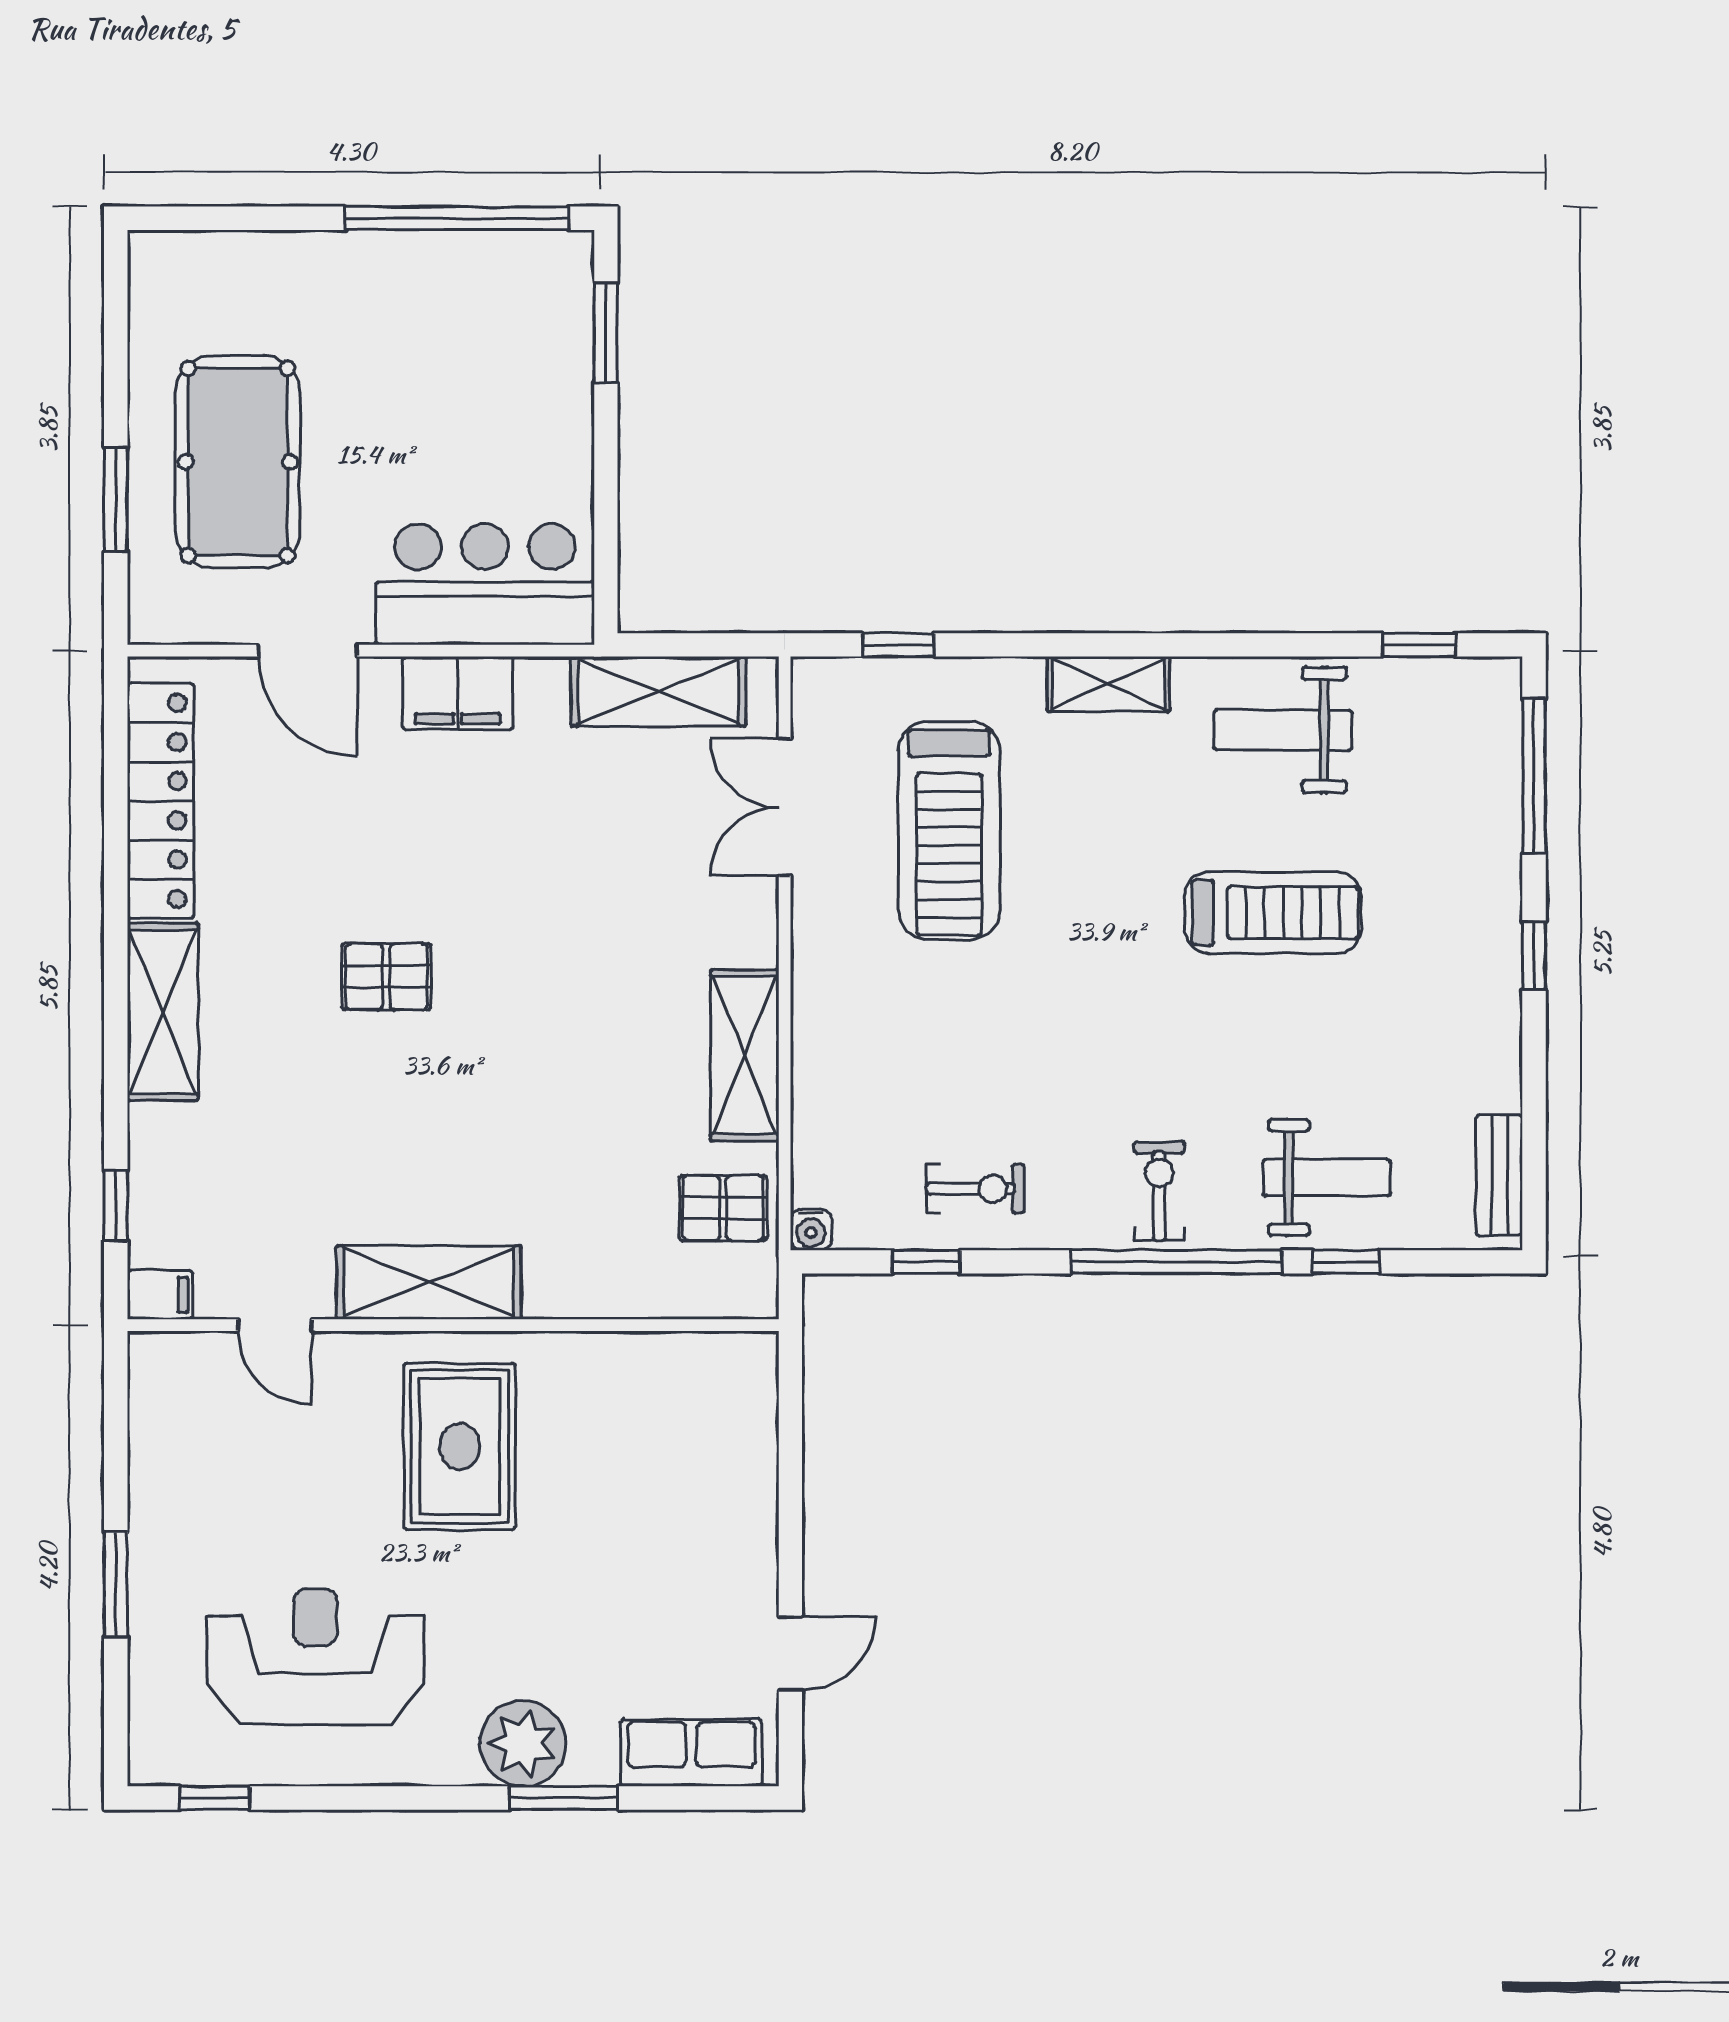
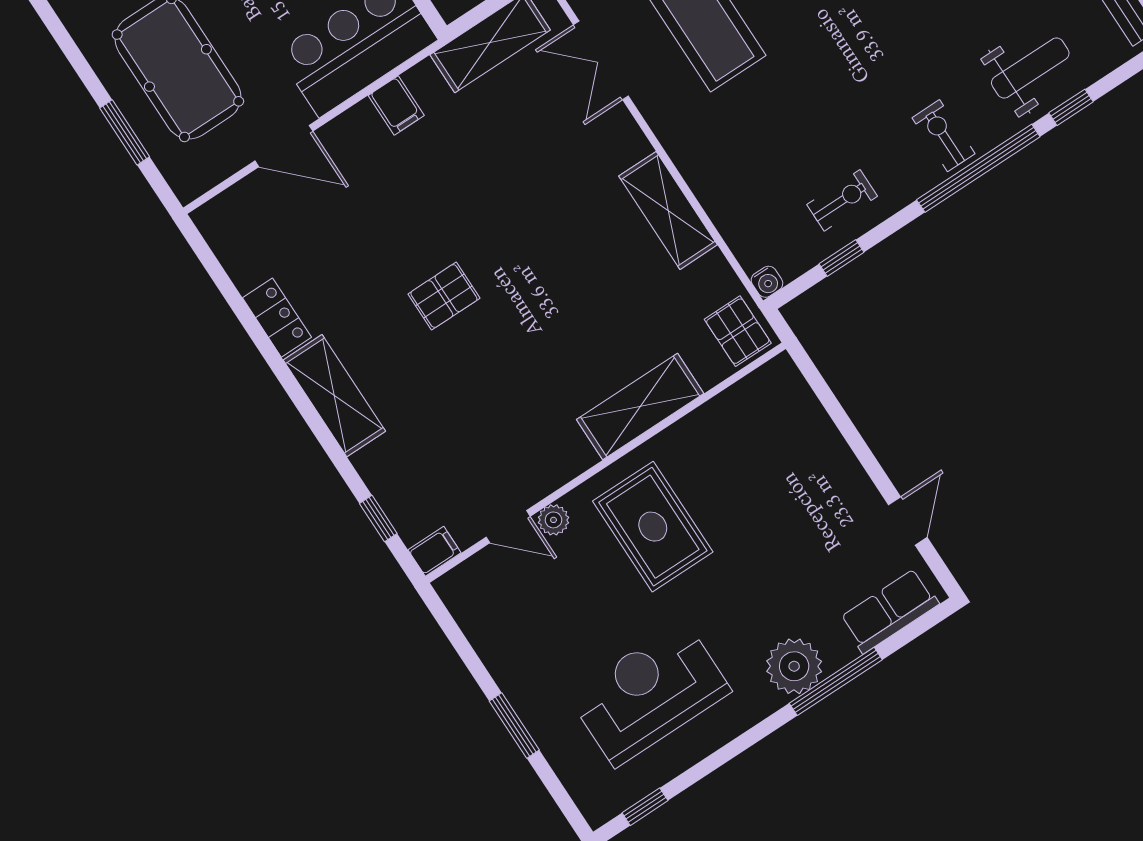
filing cabinet: (458, 693) -> (396, 105), width x0.50
locker: (161, 801) -> (277, 318), width x0.46, depth x0.83
pallet: (723, 1208) -> (738, 331), moved, turned 90
shelving: (429, 1283) -> (640, 407), moved
plant: (338, 1355) -> (554, 520), added
window: (564, 1798) -> (836, 681), width x1.44

